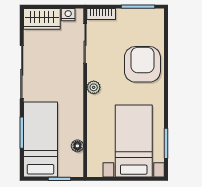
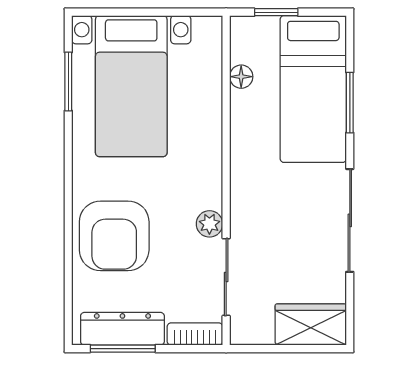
nightstand: (68, 15) -> (259, 333), removed
dresser: (138, 17) -> (122, 329), added
plant: (94, 87) -> (209, 224), moved

